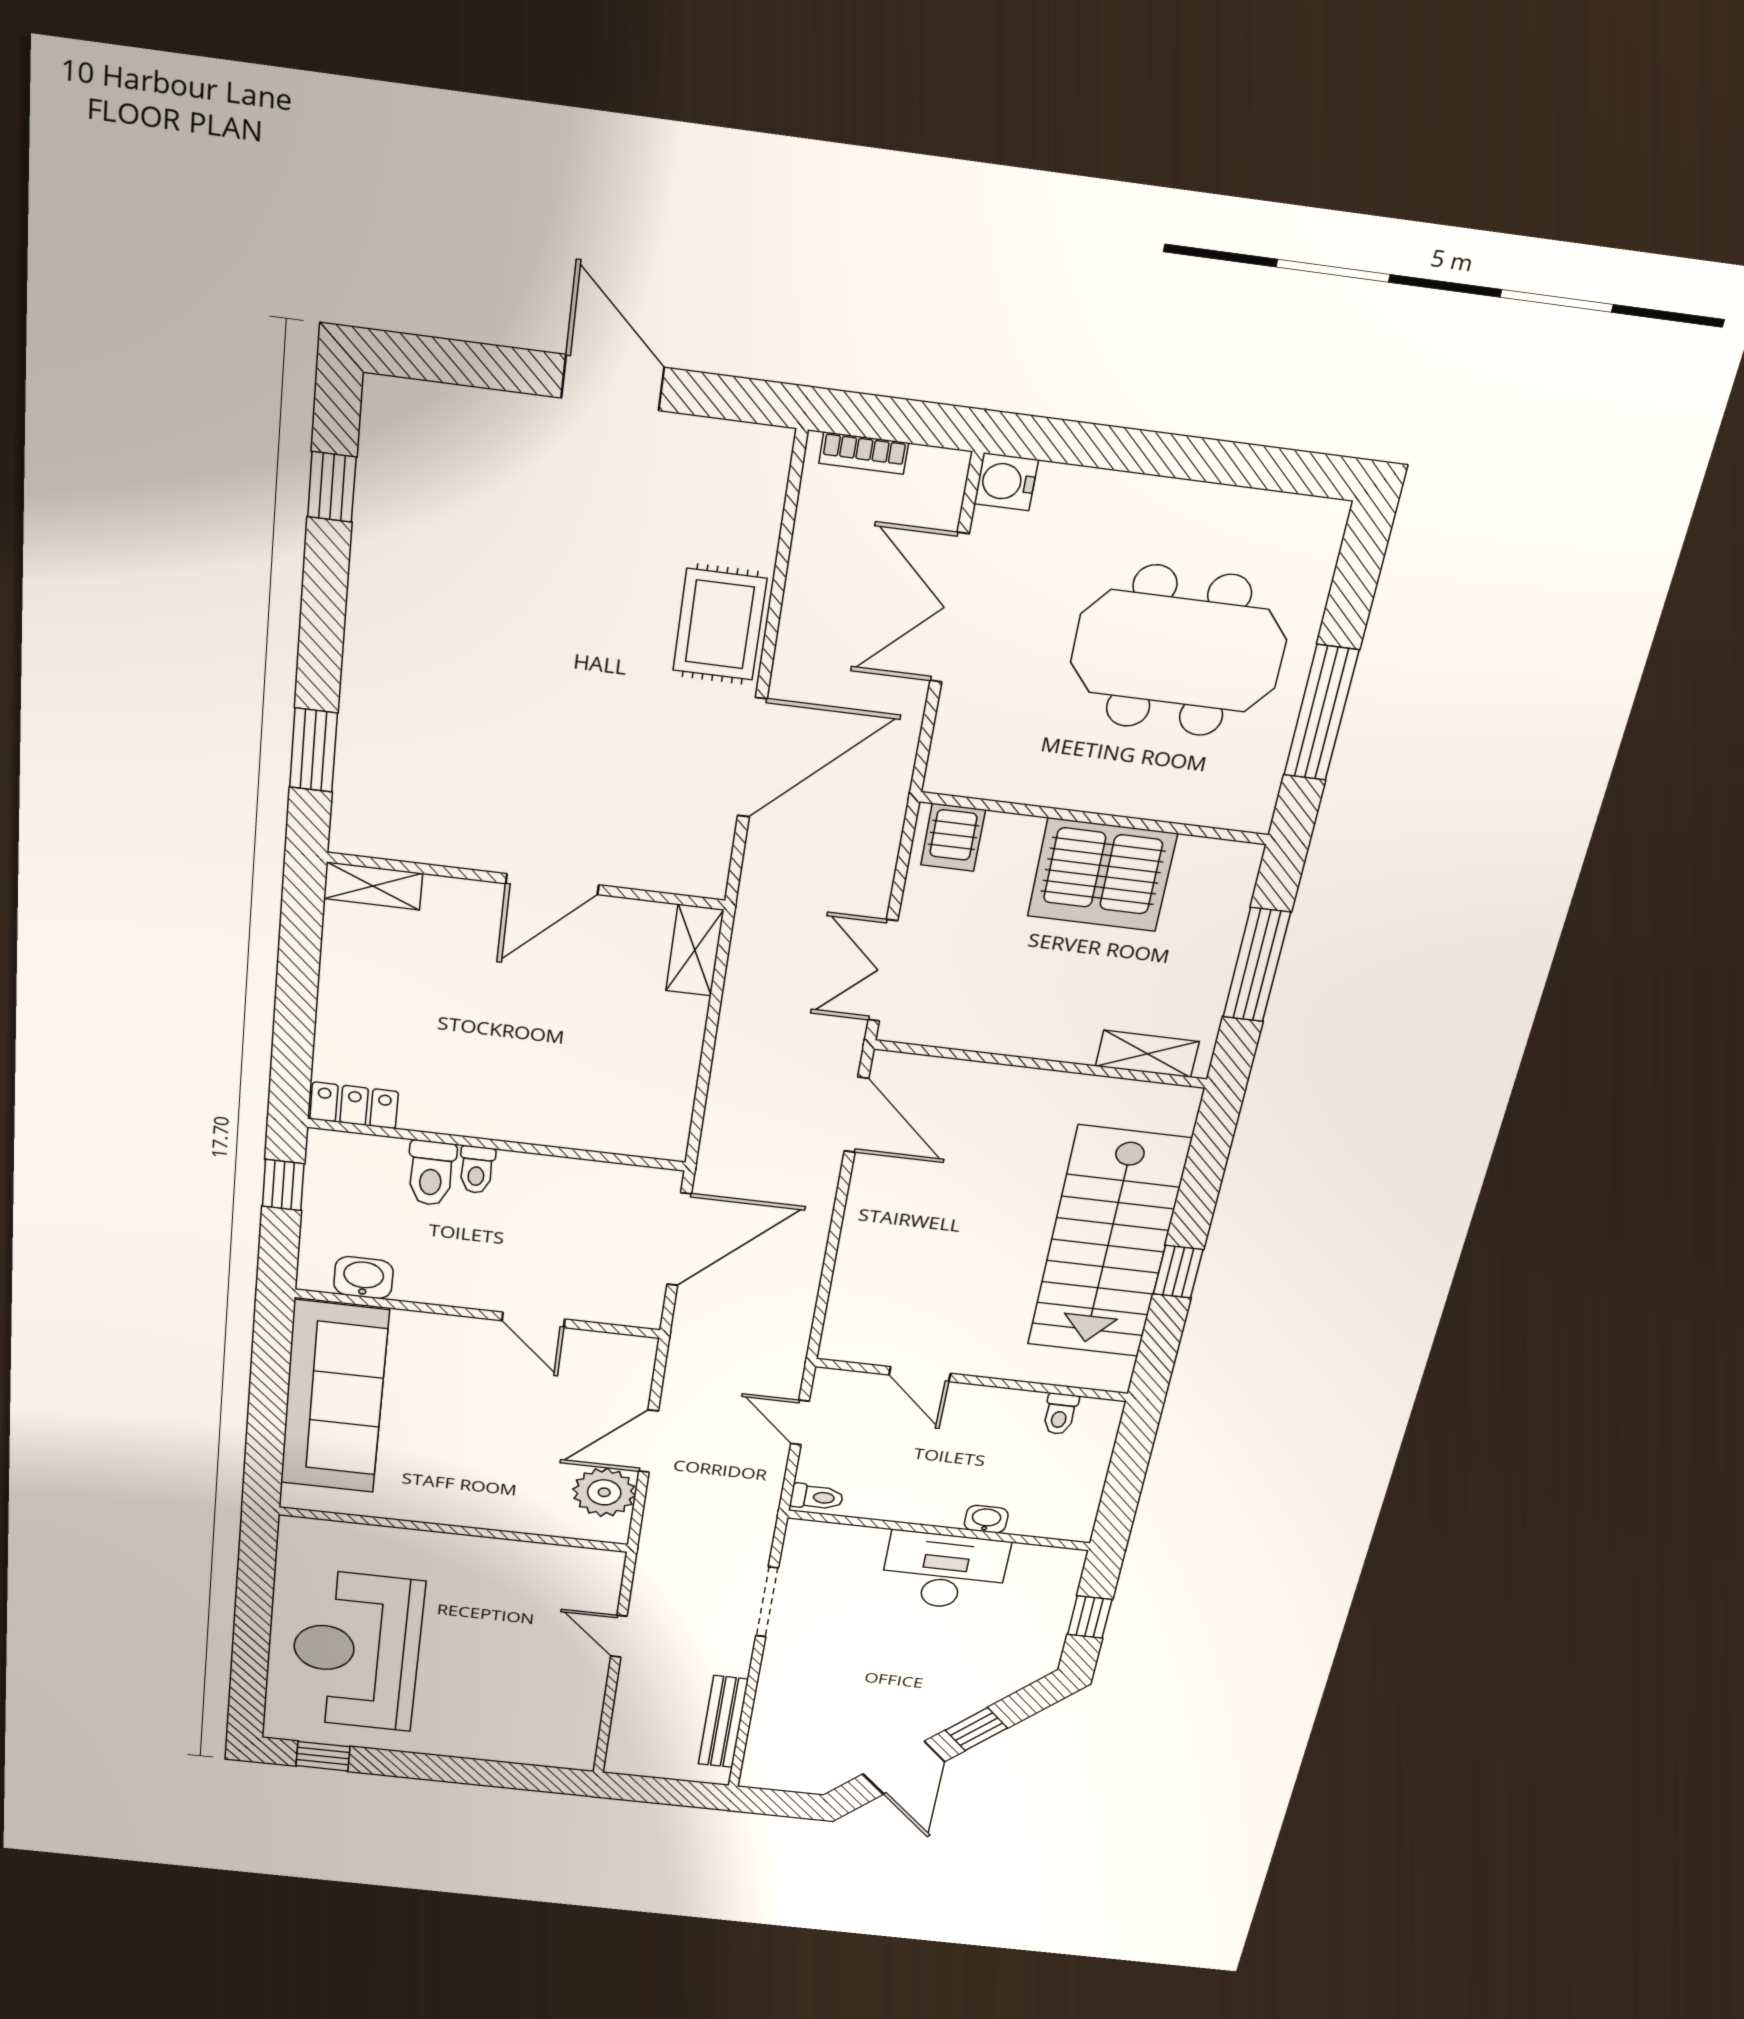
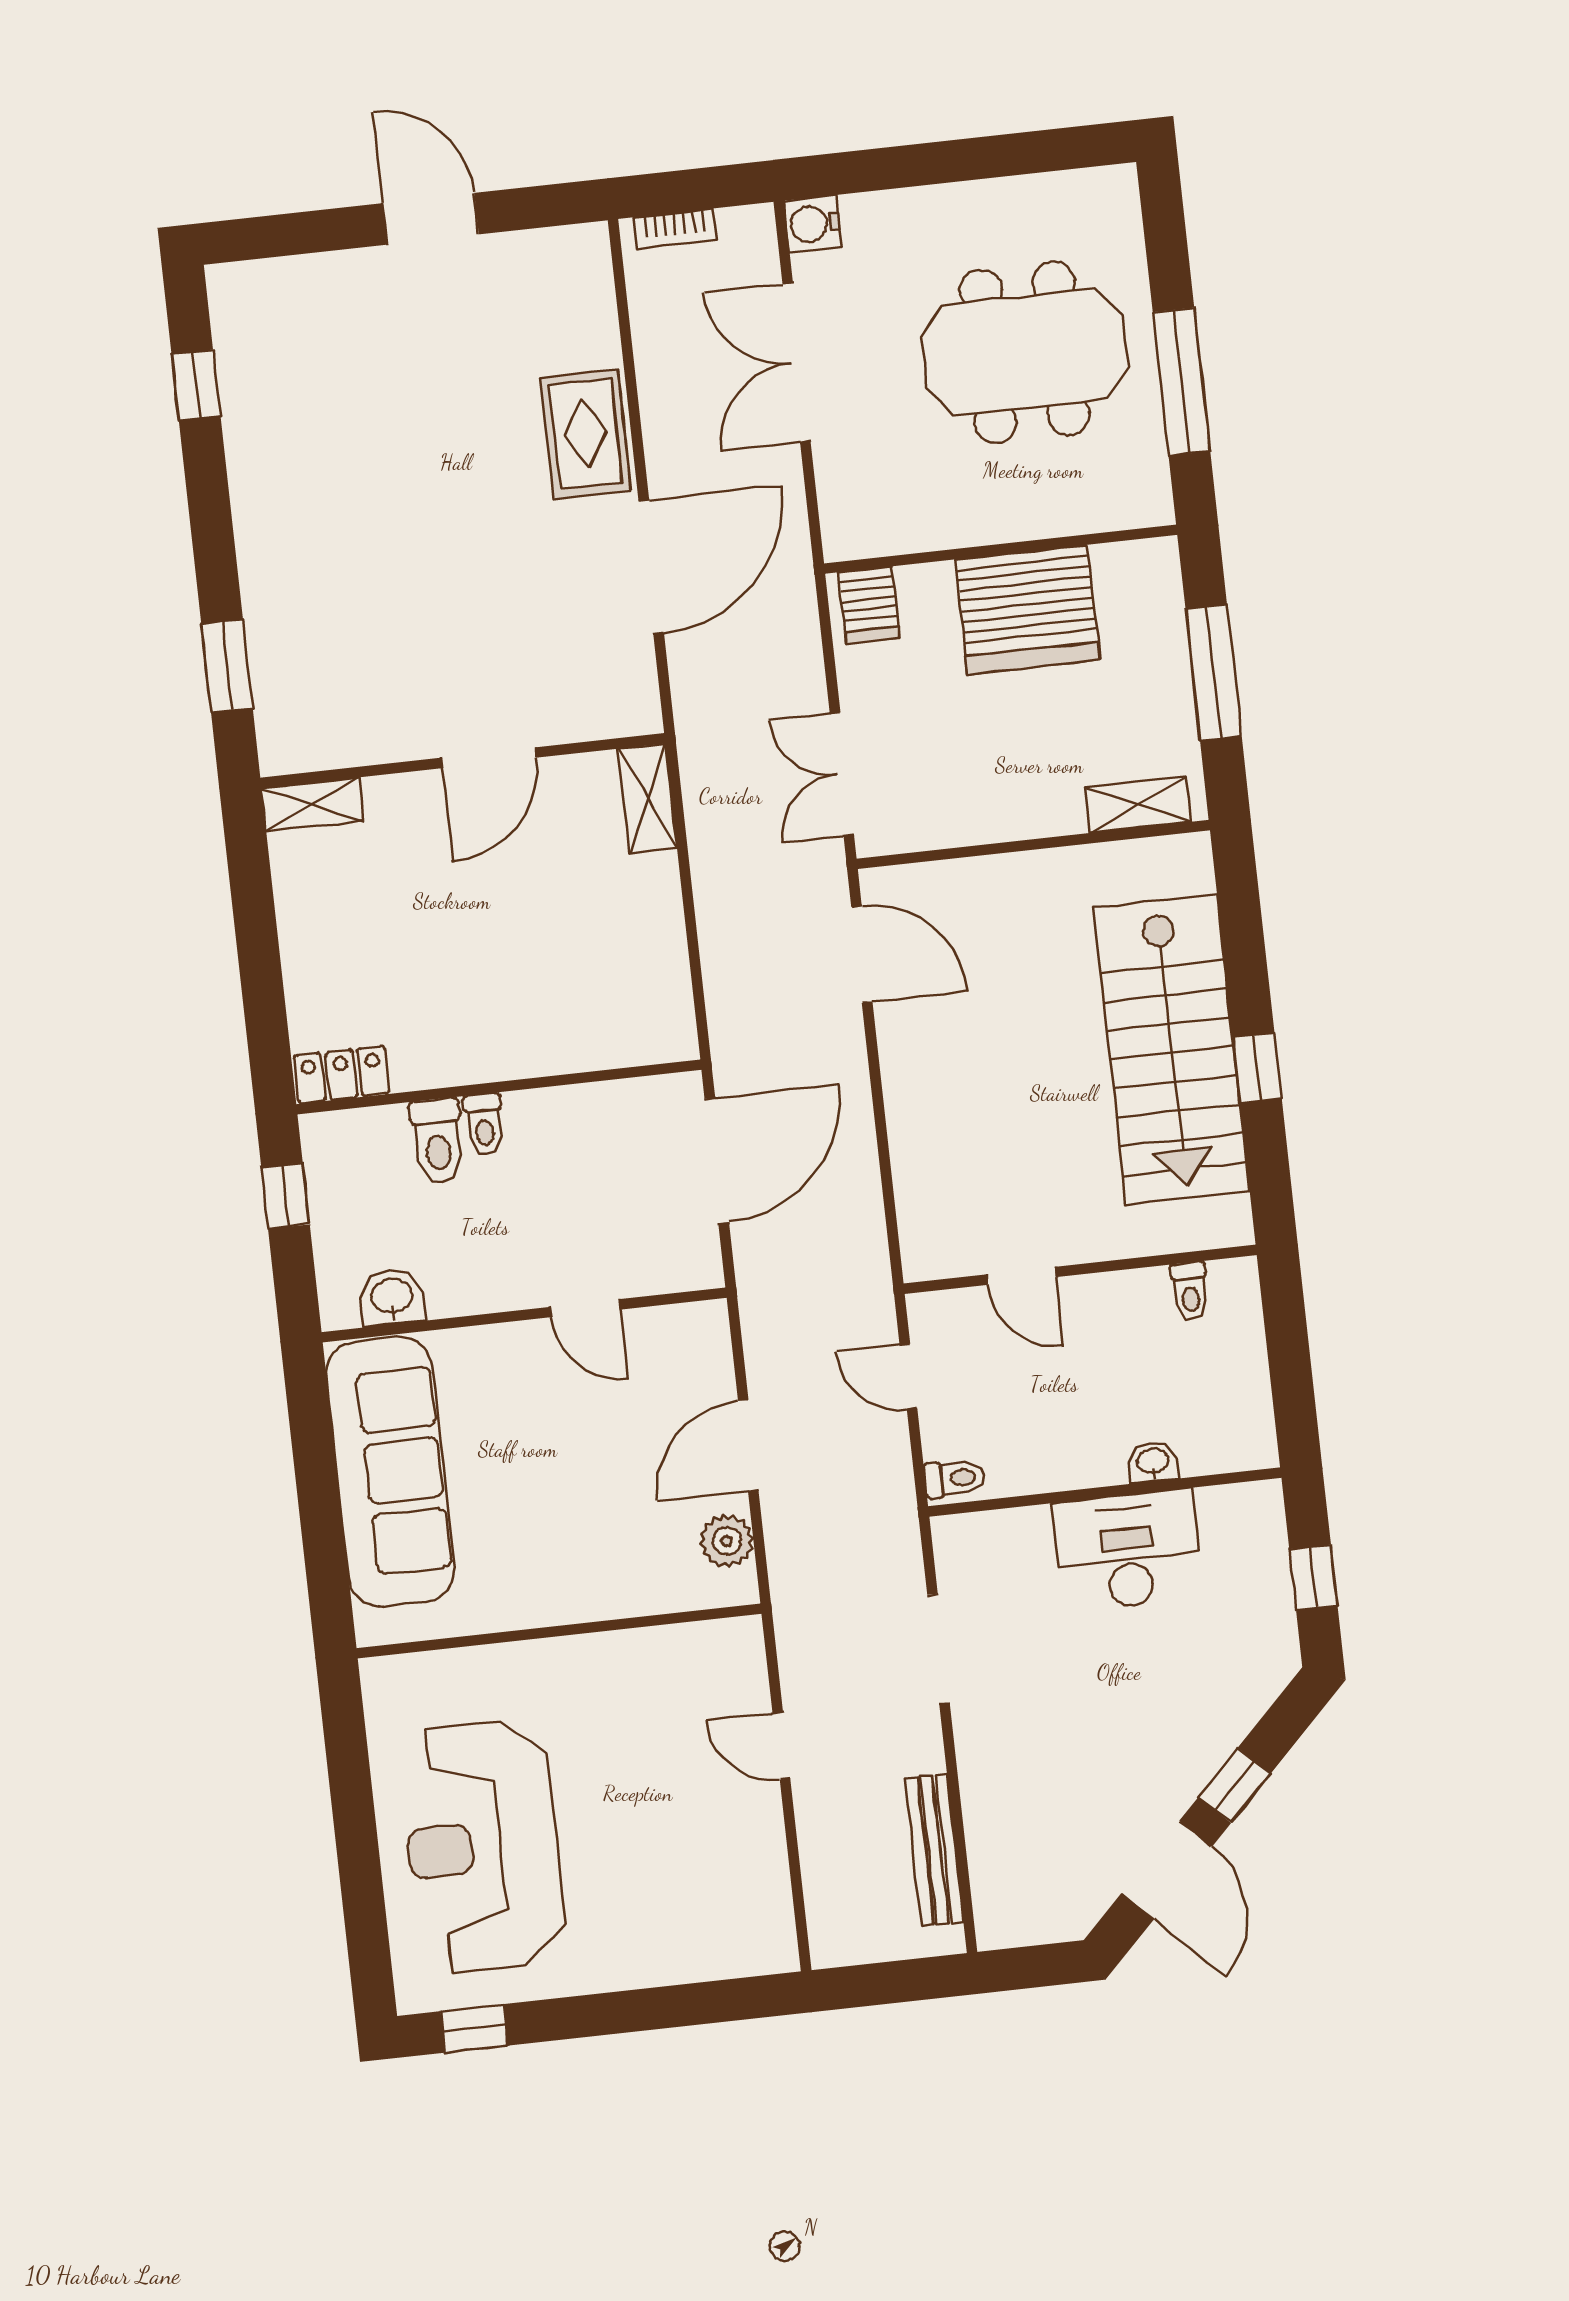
plant: (604, 1492) -> (727, 1541), width x0.73, depth x0.73

